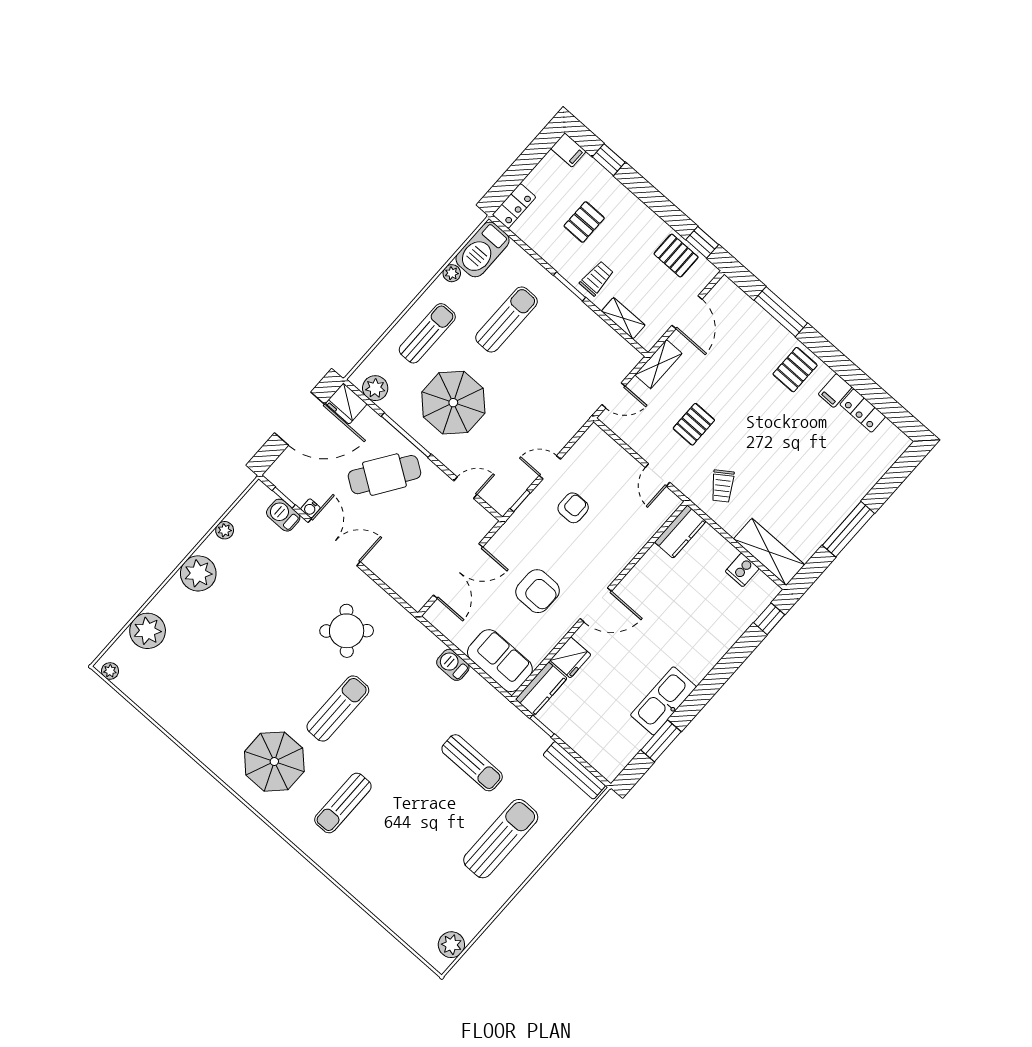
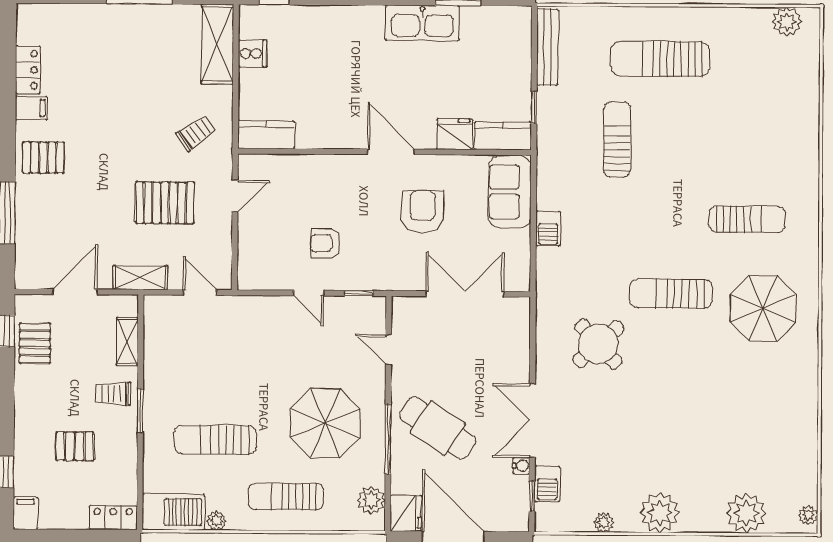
pallet: (694, 424) -> (165, 203), width x1.50, depth x1.42

